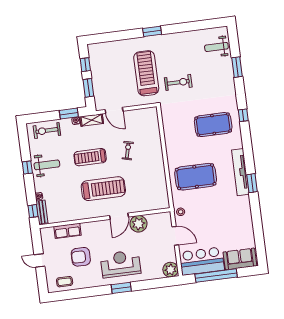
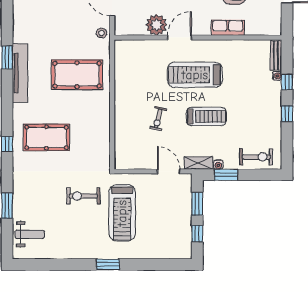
weight bench: (47, 165) -> (262, 114), removed
window: (33, 211) -> (287, 82), moved
row of seats: (67, 231) -> (228, 28), moved

